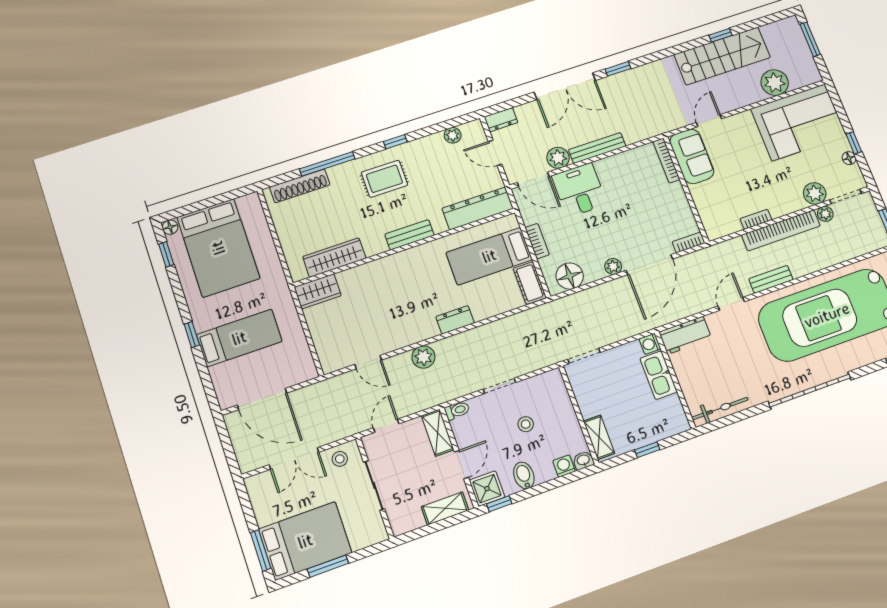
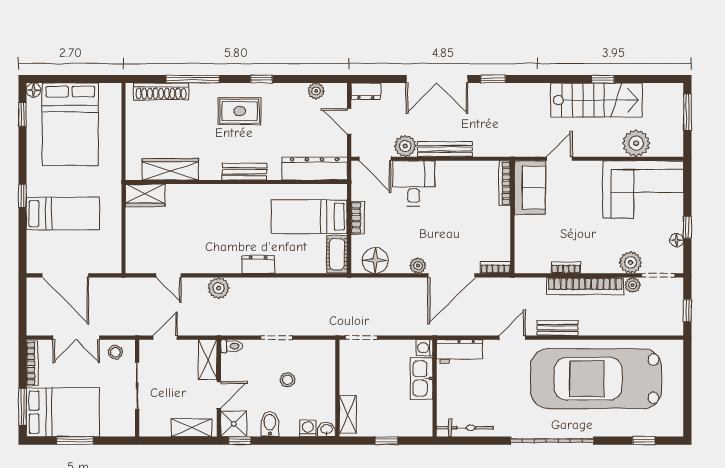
bookcase: (256, 501) -> (32, 363), added

